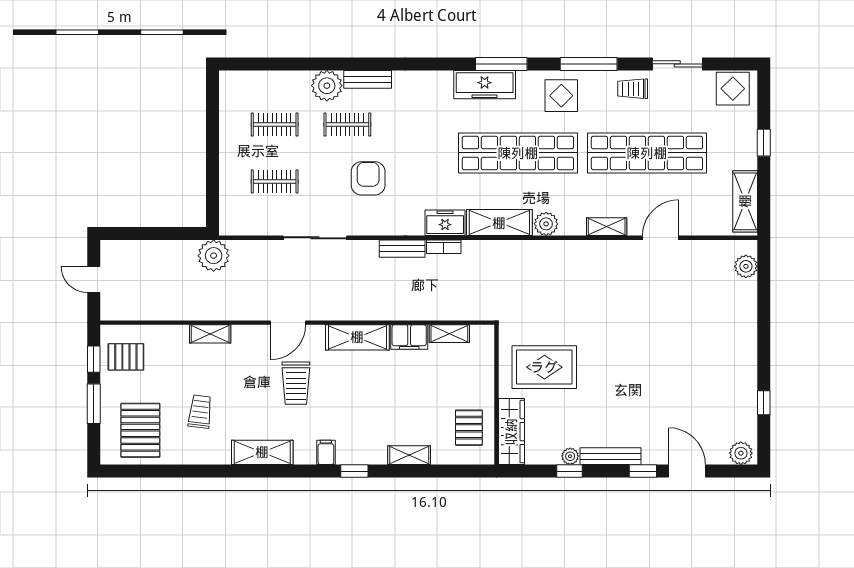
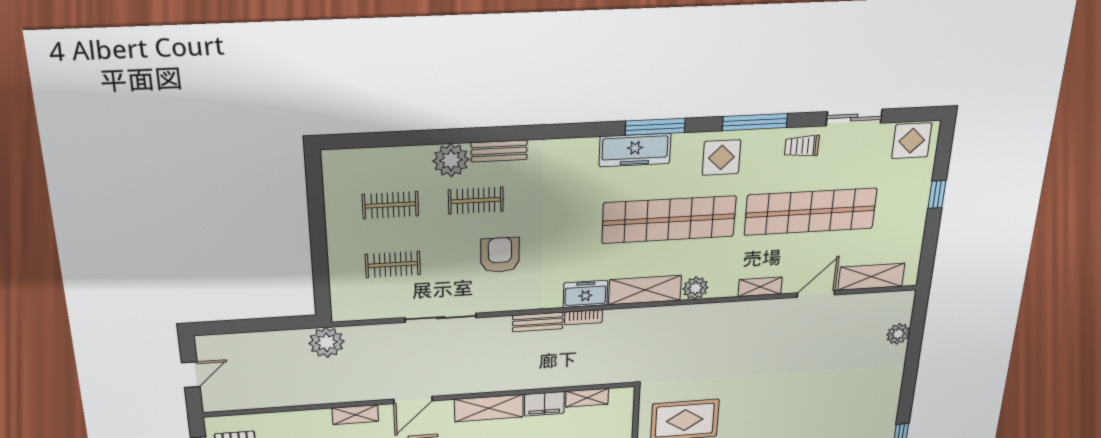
shelving: (745, 201) -> (871, 277), moved, turned 90
plant: (746, 266) -> (898, 334), moved
door: (94, 280) -> (191, 375), swing flipped
shelving: (210, 334) -> (355, 415), moved

